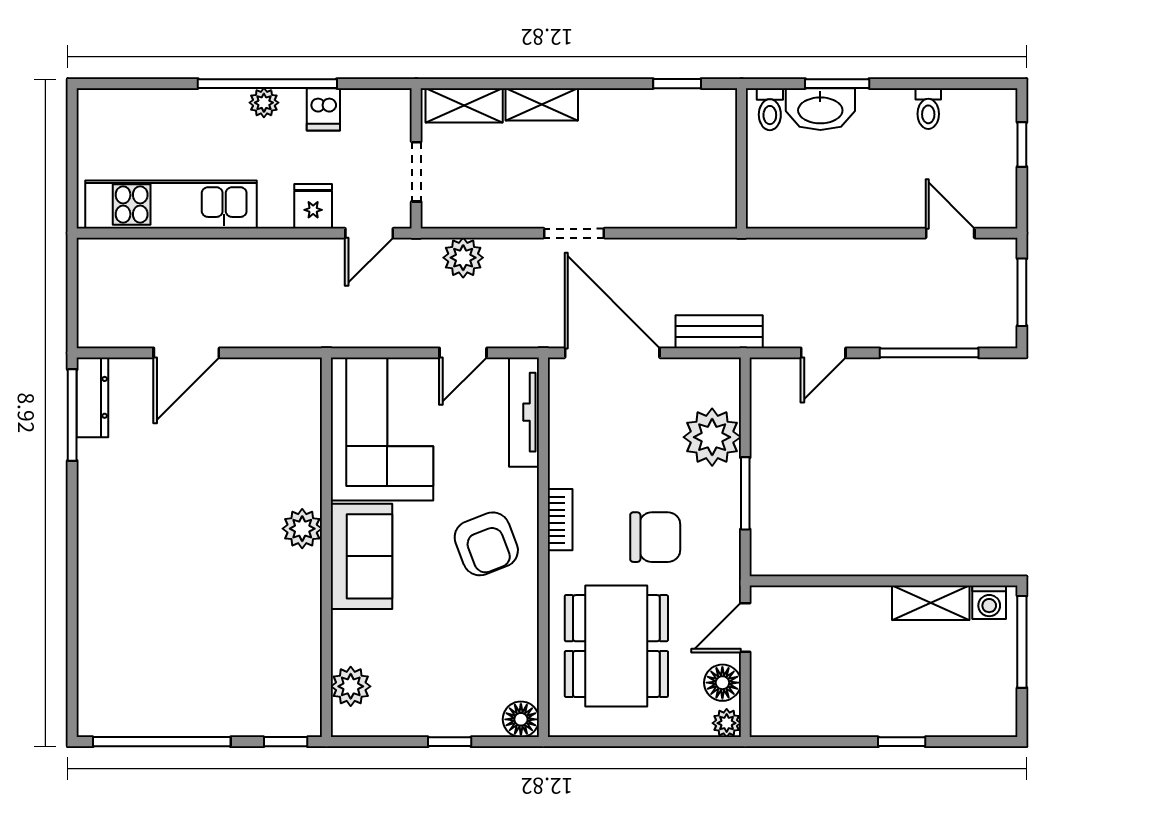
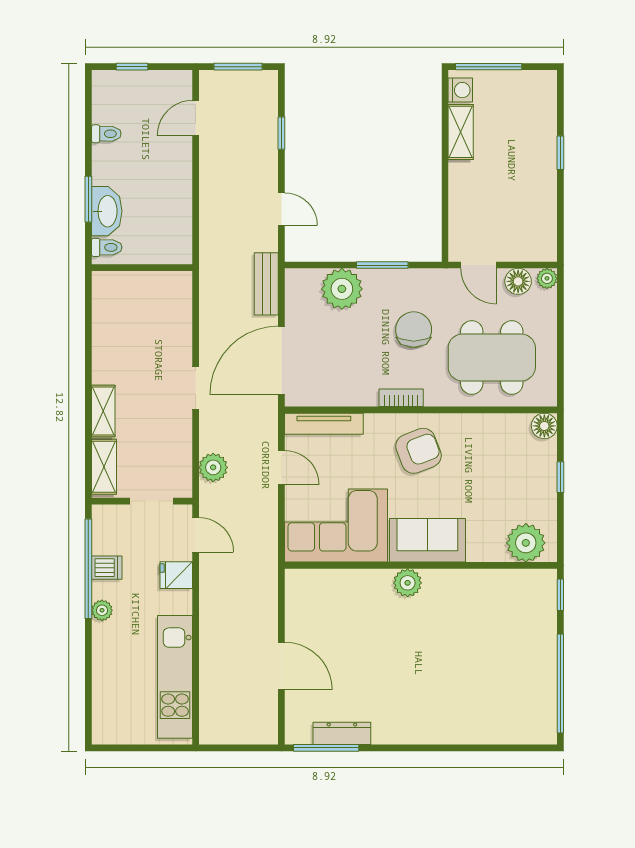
window: (267, 84) -> (88, 569), moved
window: (677, 84) -> (88, 314), removed
window: (929, 353) -> (281, 133), width x0.46
dresser: (92, 397) -> (342, 733), moved
plant: (351, 686) -> (526, 543), width x1.36, depth x1.36

